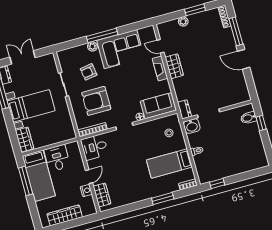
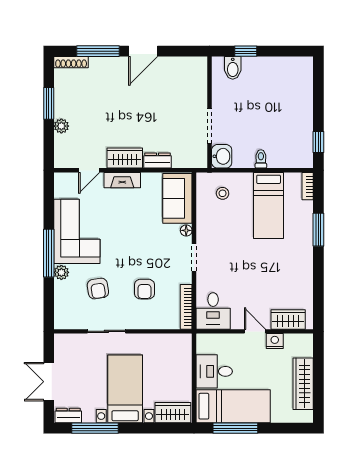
armchair: (96, 101) -> (144, 289), width x0.53, depth x0.53
dresser: (184, 109) -> (157, 160), moved

